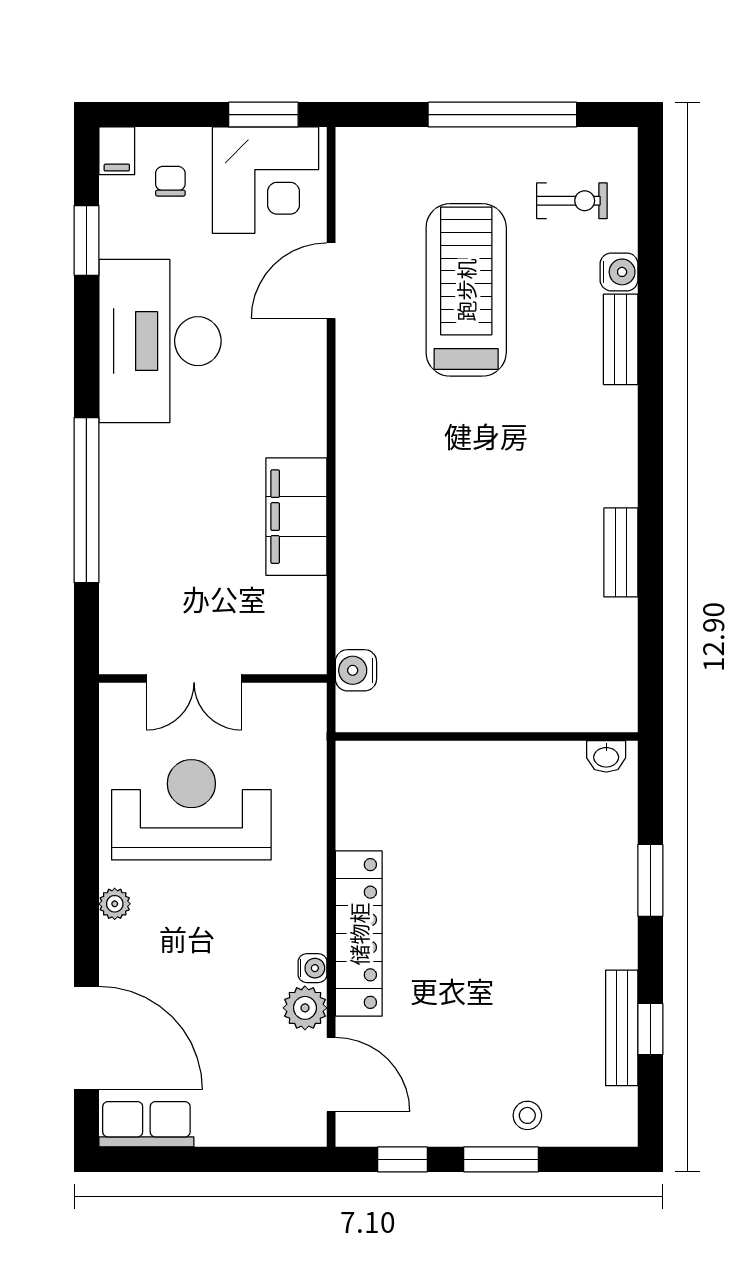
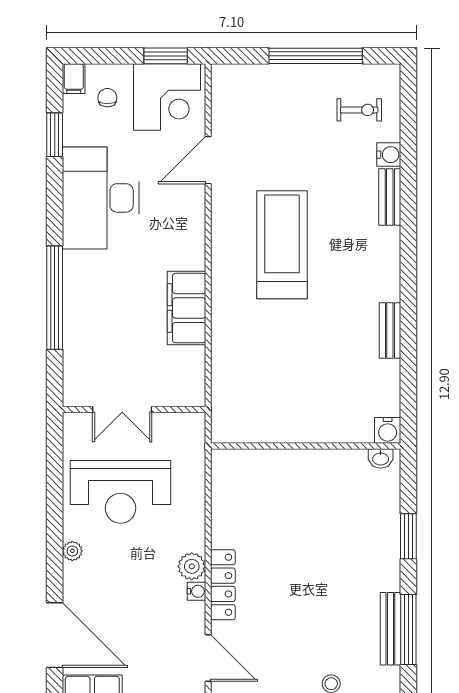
treadmill: (466, 290) -> (282, 245), moved
water cooler: (356, 670) -> (388, 430), moved, turned -90
reception desk: (191, 810) -> (120, 492), turned 180
locker: (359, 934) -> (223, 585), width x0.71, depth x0.83
plant: (305, 1008) -> (192, 566), moved
window: (650, 1029) -> (408, 630), width x2.17

